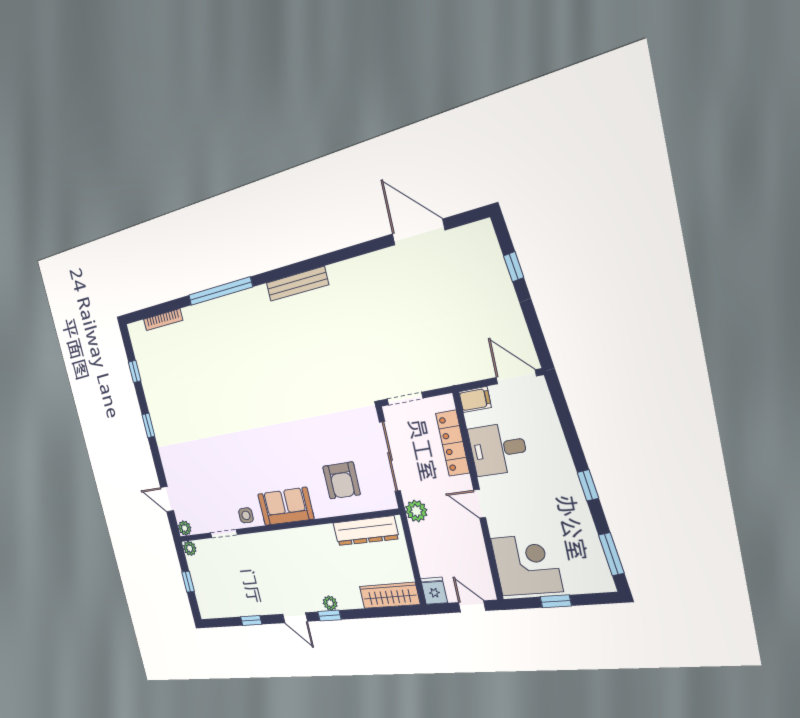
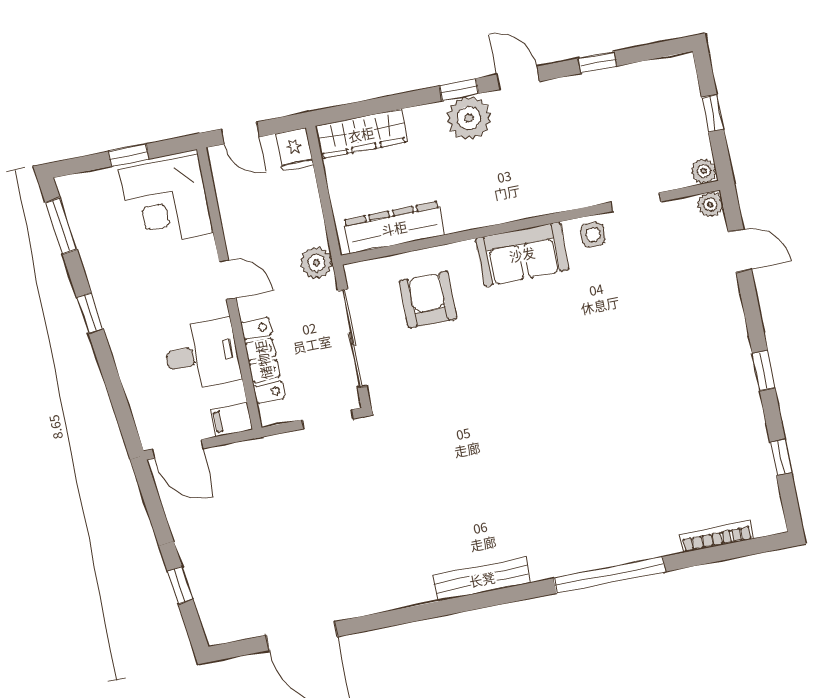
plant: (330, 603) -> (469, 118), width x1.87, depth x1.87

